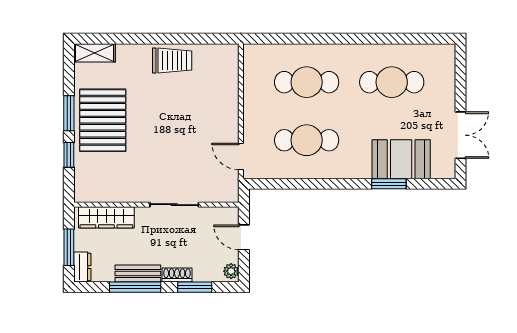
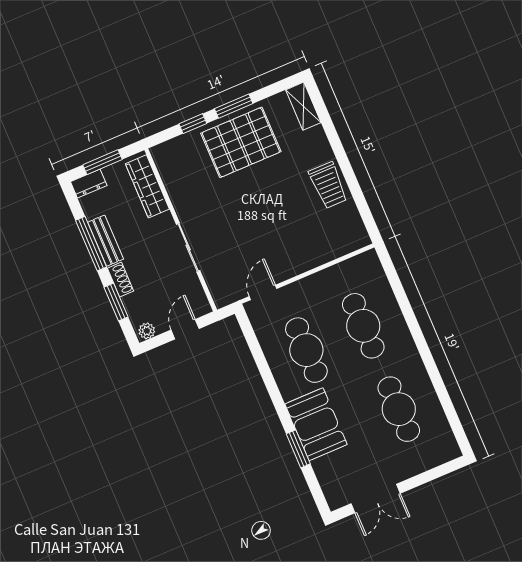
booth: (401, 159) -> (316, 424), moved

